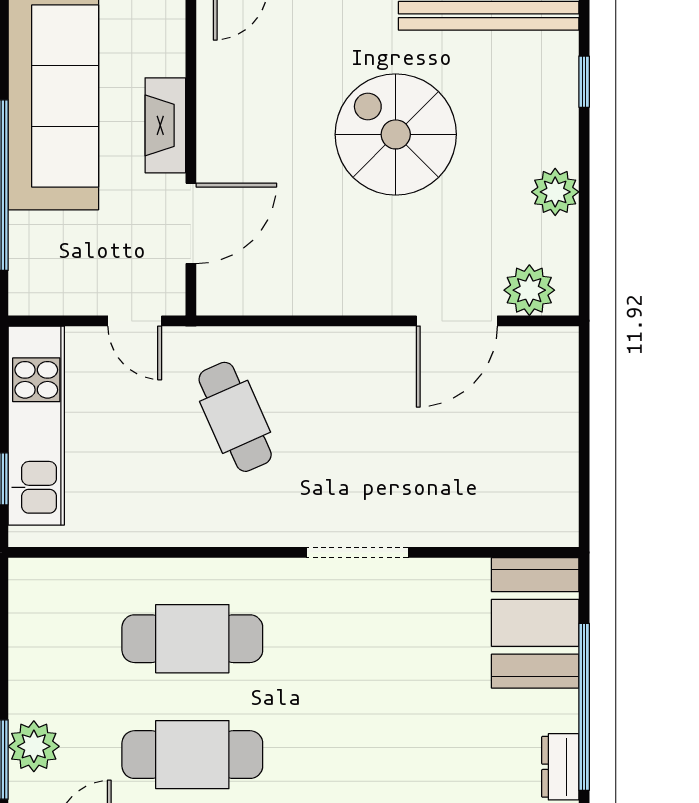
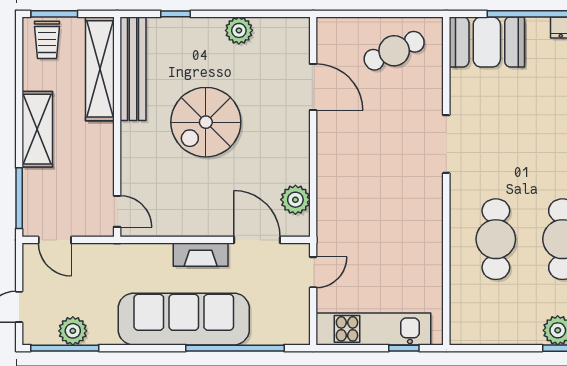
plant: (529, 290) -> (295, 200), moved
cafe table: (235, 417) -> (394, 51), moved

